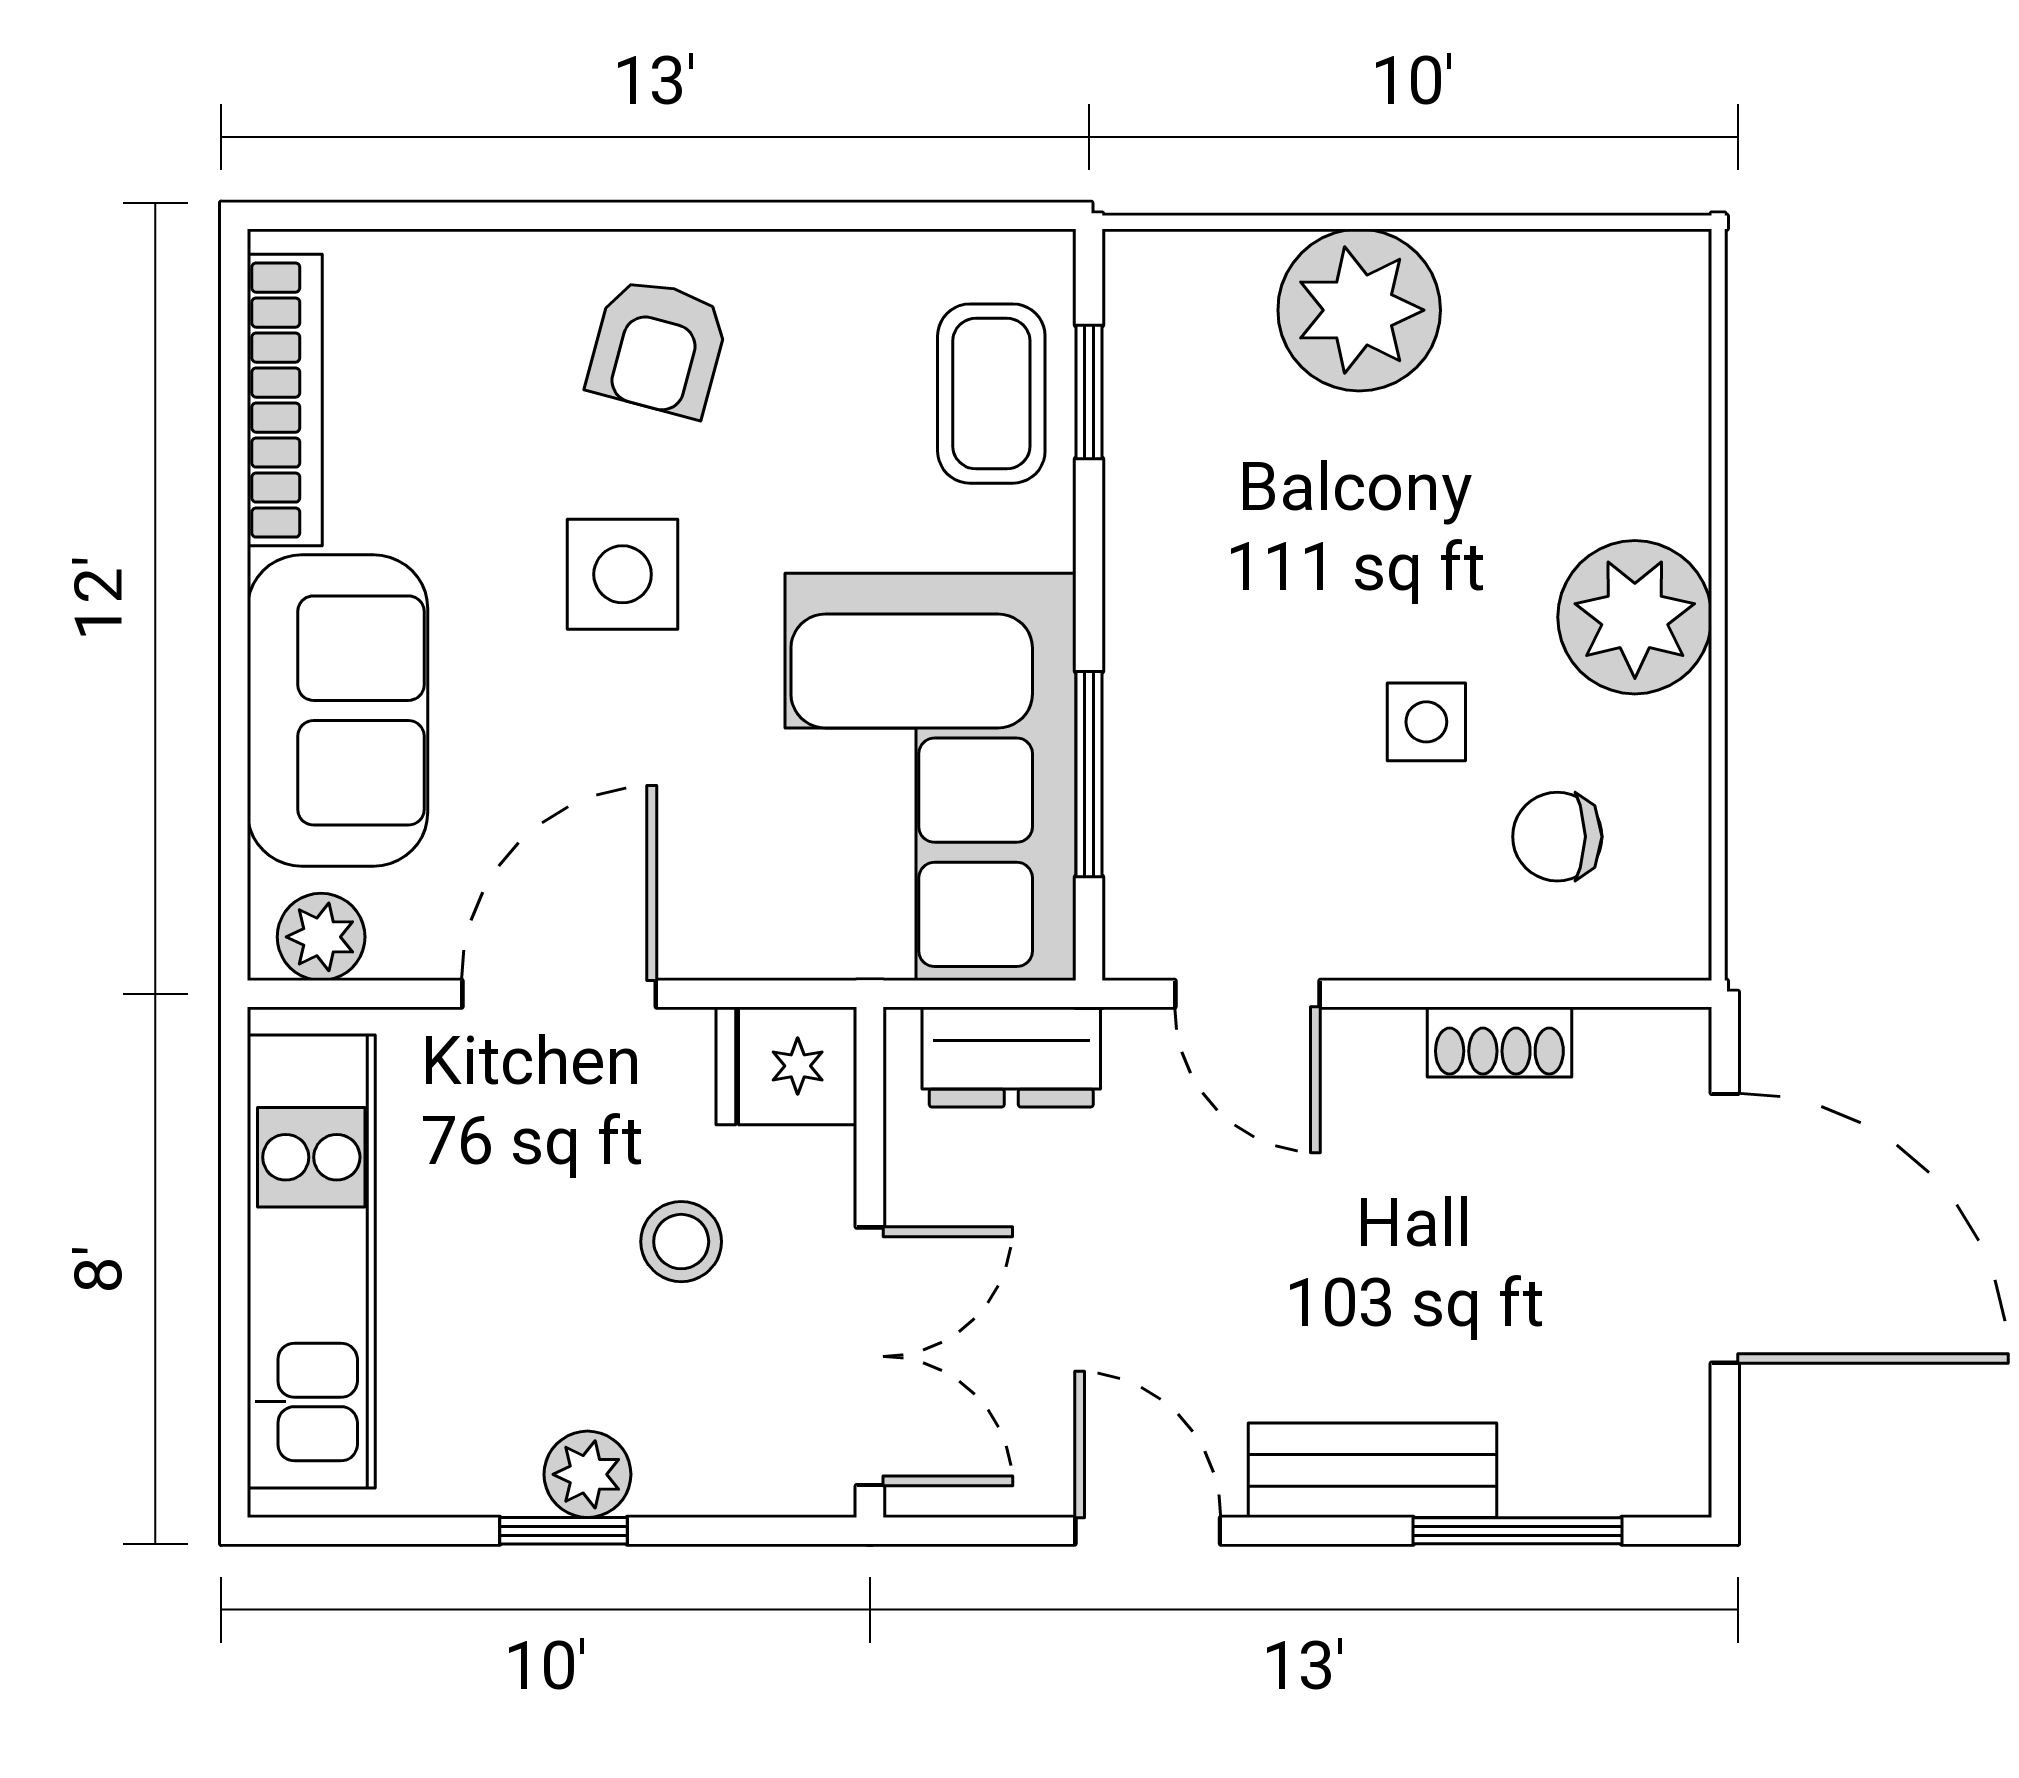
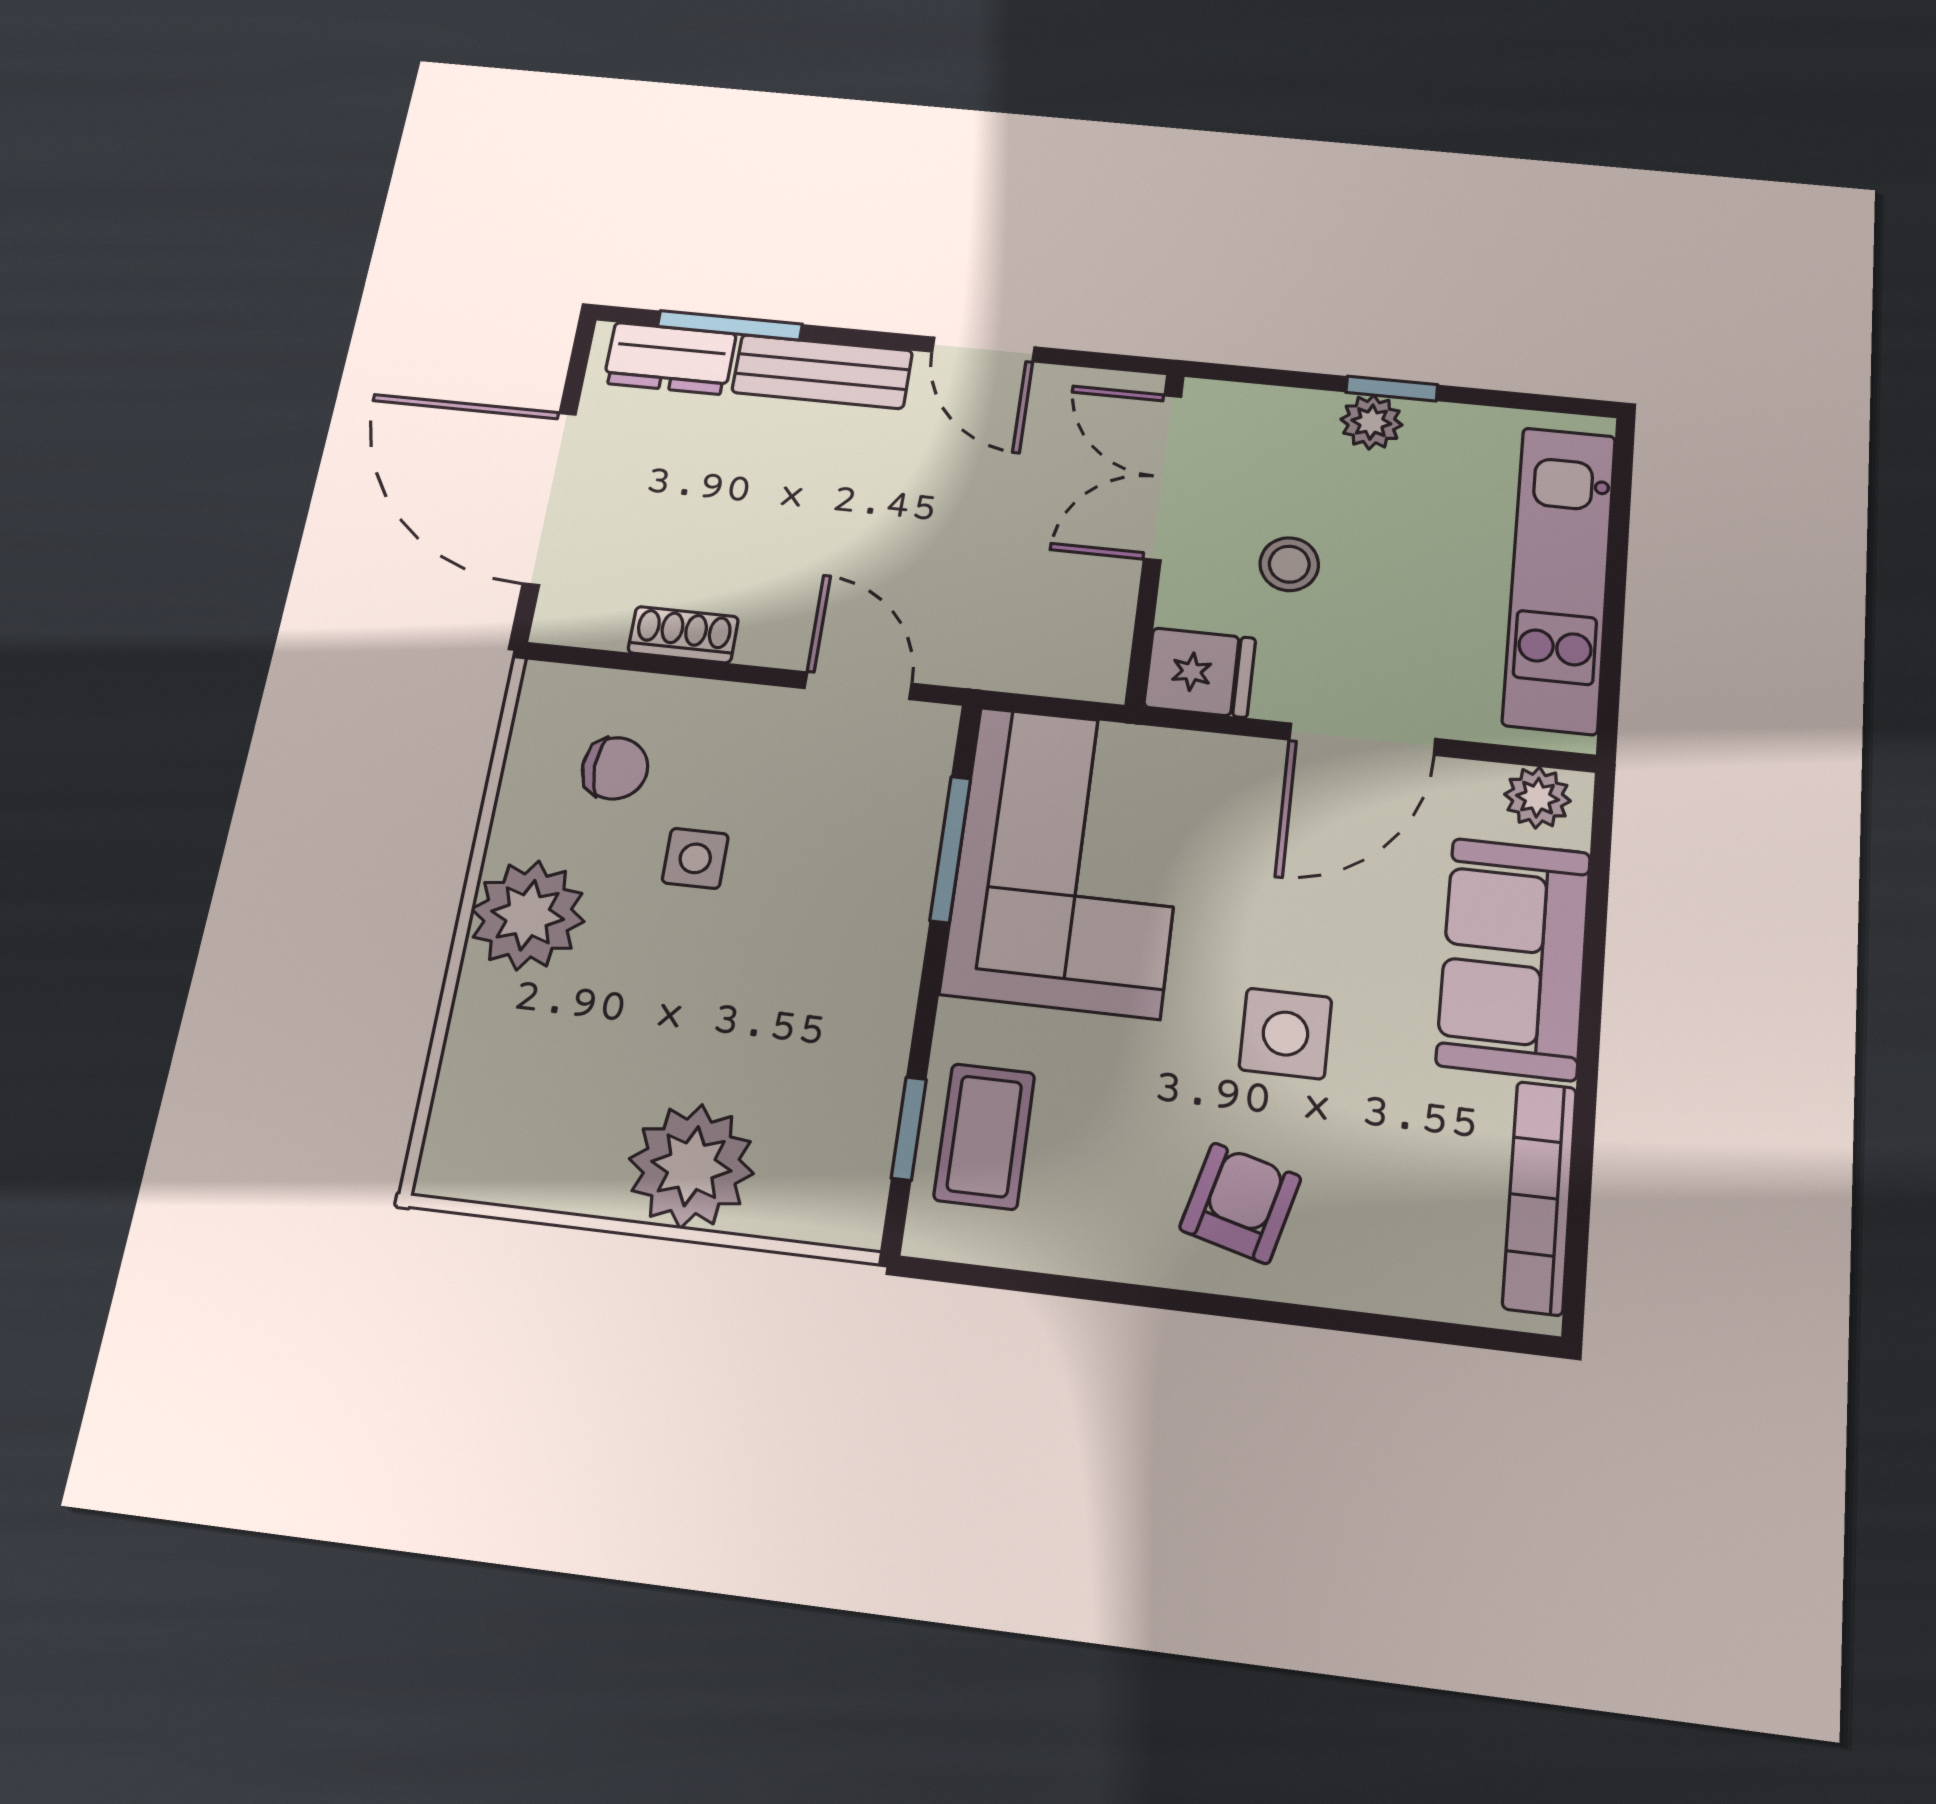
dresser: (1011, 1057) -> (670, 359), moved, turned 180

